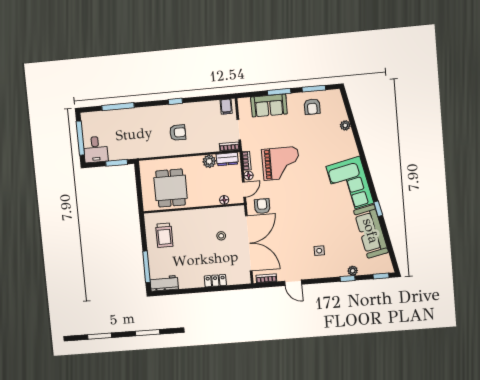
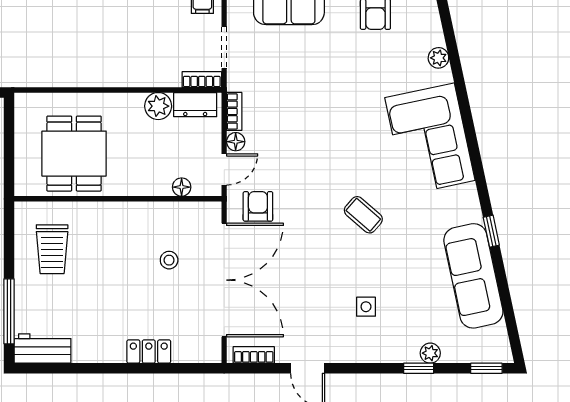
armchair: (178, 132) -> (99, 42), removed
grand piano: (281, 163) -> (303, 123), removed
corner sofa: (350, 185) -> (430, 139), moved
coffee table: (314, 206) -> (363, 215), added

